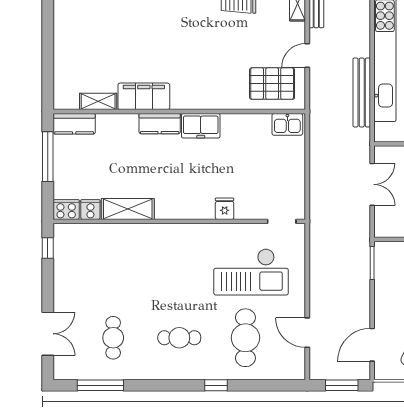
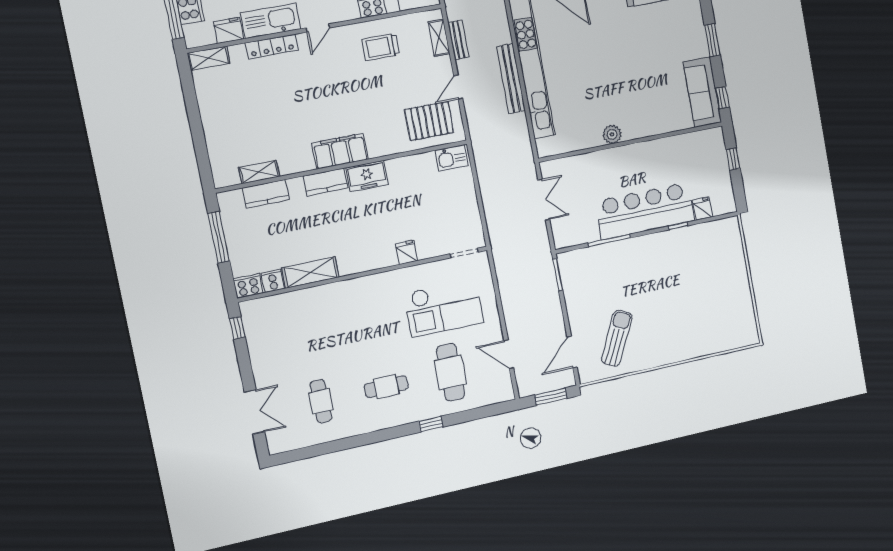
bench: (362, 92) -> (511, 79), moved
filing cabinet: (144, 96) -> (340, 151), moved
kitchen counter: (74, 124) -> (266, 194), moved
window: (100, 385) -> (317, 450), removed

